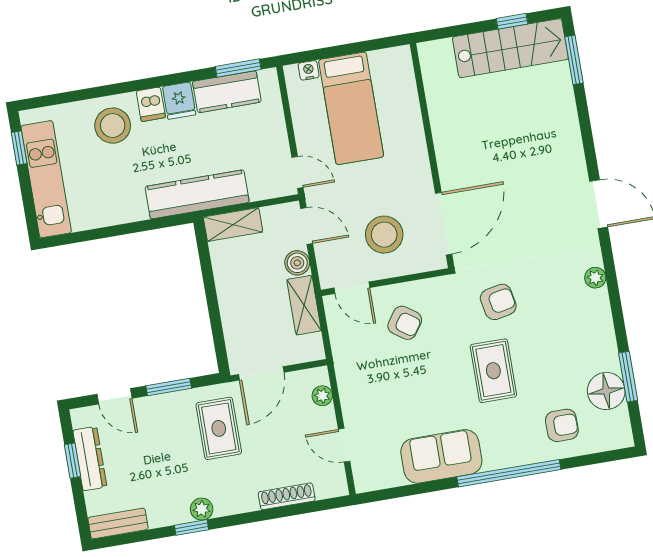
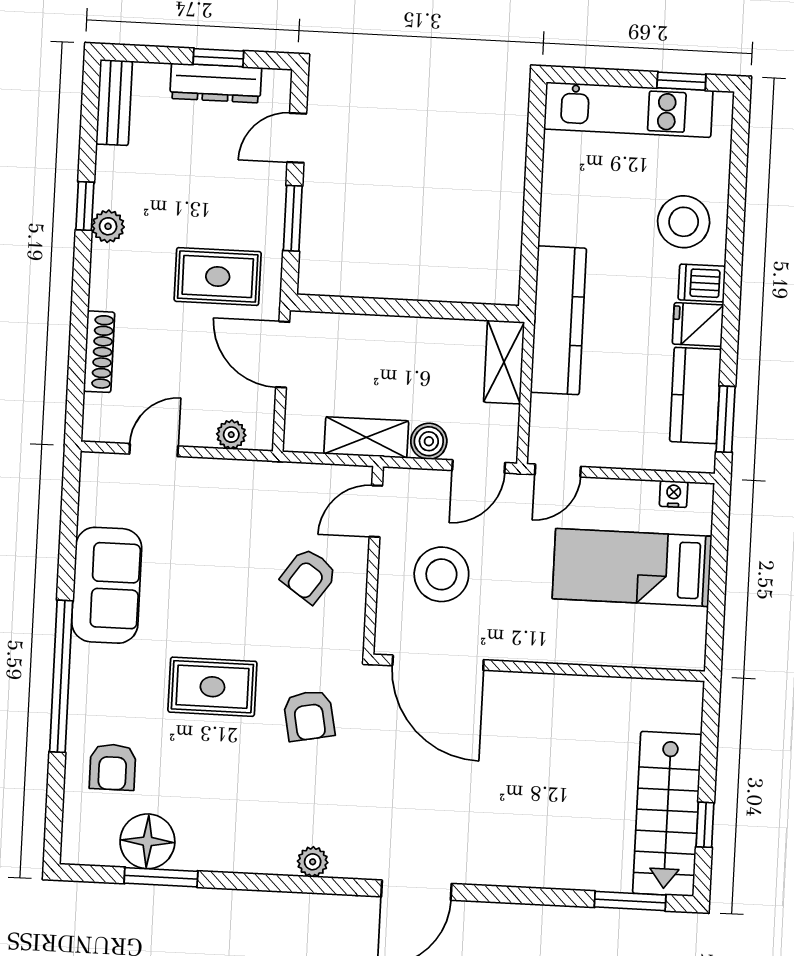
nightstand: (309, 70) -> (674, 494), moved, turned -90

